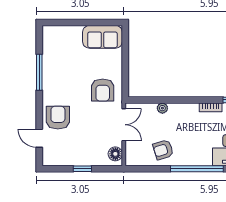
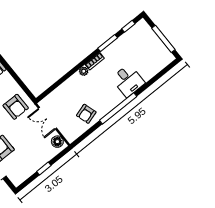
plant: (162, 108) -> (84, 71), moved
double door: (124, 125) -> (48, 118), swing flipped

